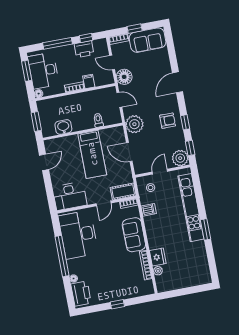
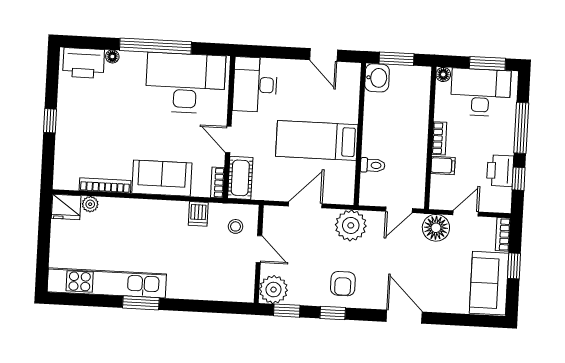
washbasin: (63, 127) -> (377, 78), moved
kitchen unit: (191, 208) -> (107, 283), moved
fridge: (158, 257) -> (66, 207), moved

